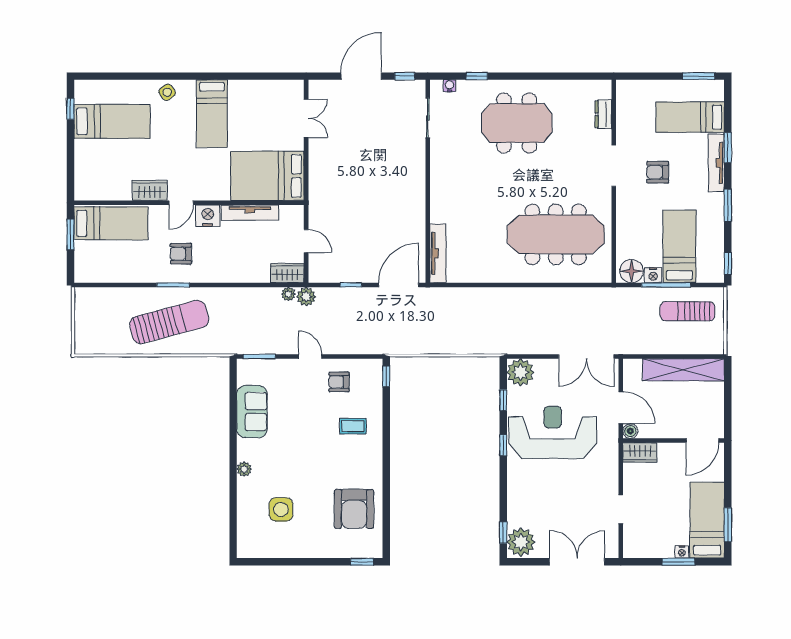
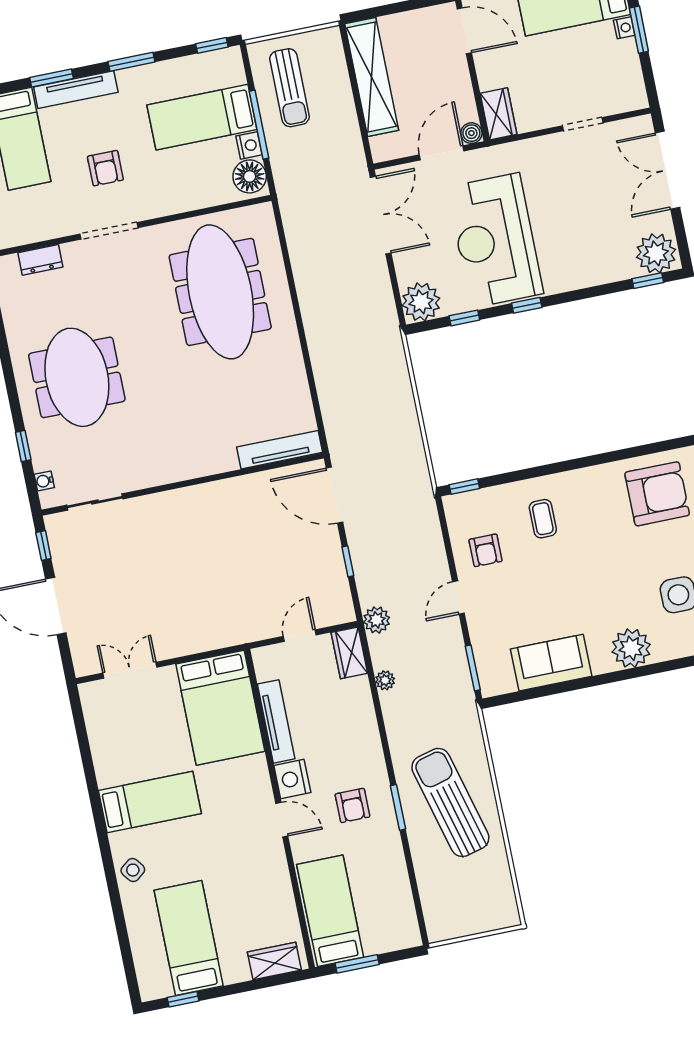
wardrobe: (150, 190) -> (274, 961), moved, turned 90
plant: (288, 294) -> (385, 680), moved
plant: (244, 469) -> (631, 648), width x1.87, depth x1.87

